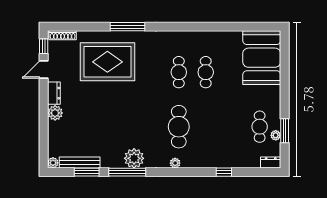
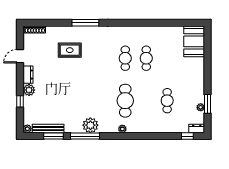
window: (44, 46) -> (20, 101), moved
booth: (262, 58) -> (194, 41), width x0.73, depth x0.70
rug: (107, 62) -> (70, 50), width x0.54, depth x0.49
cafe table: (260, 127) -> (167, 101), moved
window: (224, 172) -> (187, 136), moved

